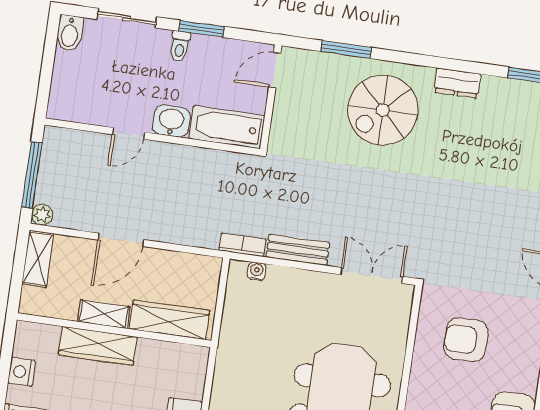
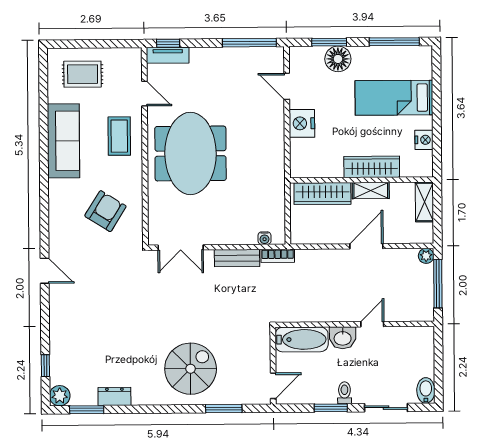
dresser: (457, 83) -> (114, 396), moved
shelving: (38, 259) -> (424, 202), moved
armchair: (466, 340) -> (105, 211), turned -58

